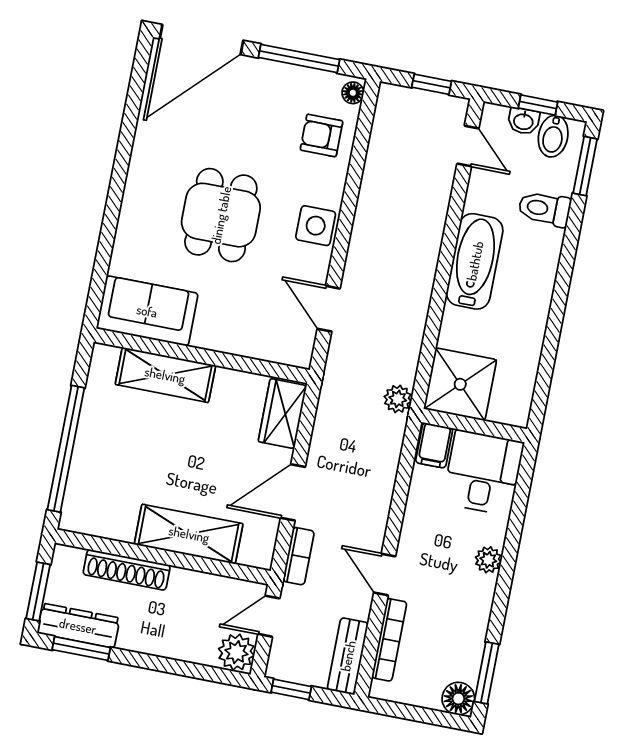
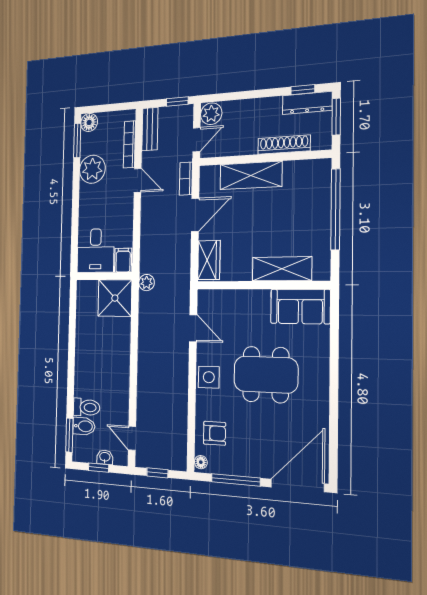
bidet: (553, 136) -> (84, 426), moved, turned 90
dining table: (221, 215) -> (266, 375), width x1.38
bathtub: (475, 261) -> (118, 371), removed
plant: (488, 560) -> (92, 169), moved, width x1.87, depth x1.87
window: (81, 649) -> (303, 90), width x0.67

